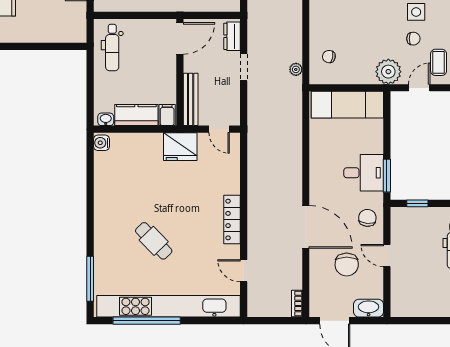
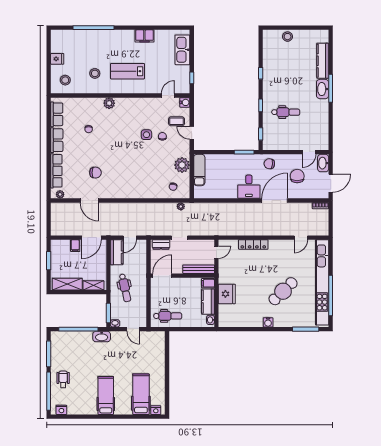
door: (180, 38) -> (162, 276), hinge flipped
plant: (388, 72) -> (182, 165), moved
exam couch: (347, 105) -> (199, 170), width x0.73, depth x0.69
water cooler: (102, 143) -> (268, 322), moved
fridge: (180, 147) -> (227, 294), moved
desk: (364, 173) -> (249, 187), moved, turned 180
locker: (232, 220) -> (253, 244), moved
cafe table: (154, 241) -> (283, 291), width x1.37, depth x1.35
door: (387, 255) -> (309, 152), moved
chair: (347, 265) -> (297, 176), turned -90

